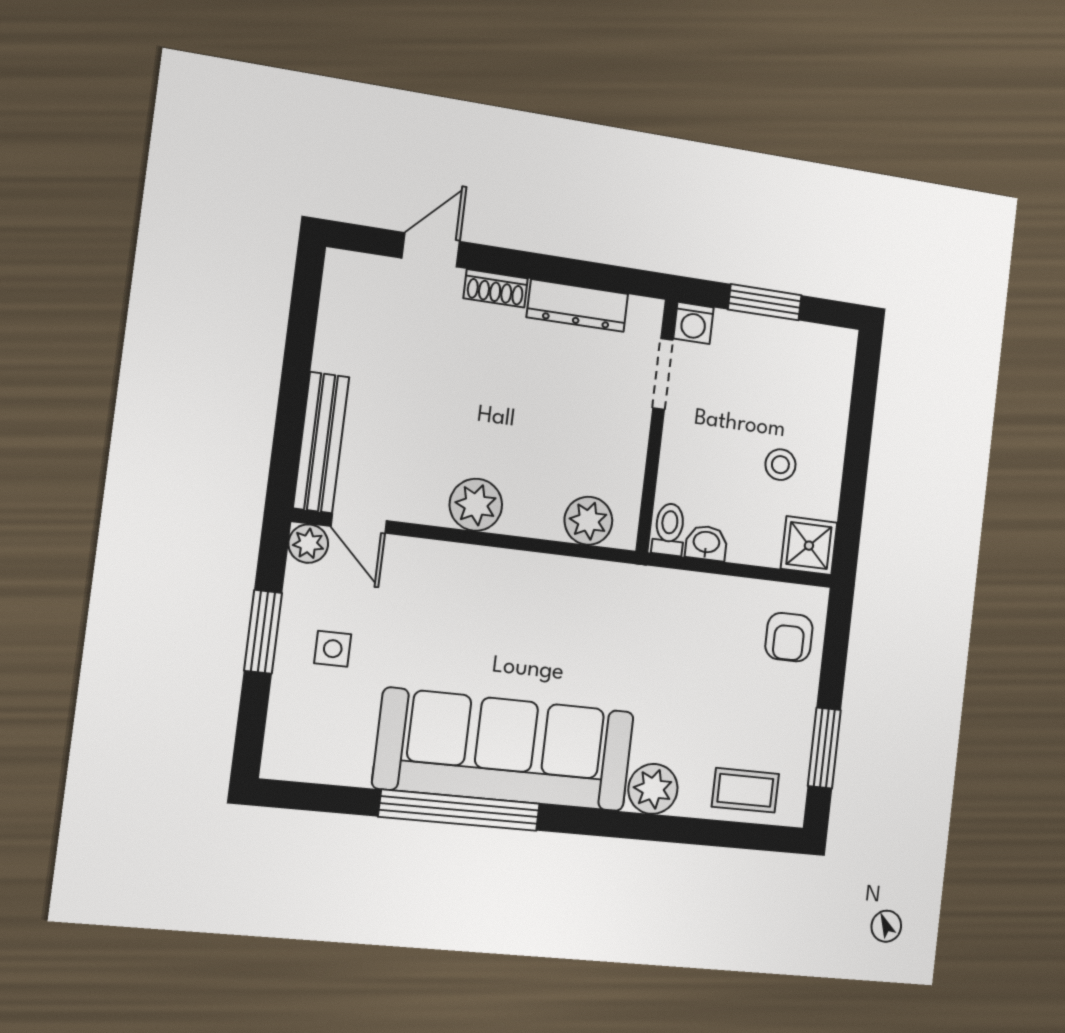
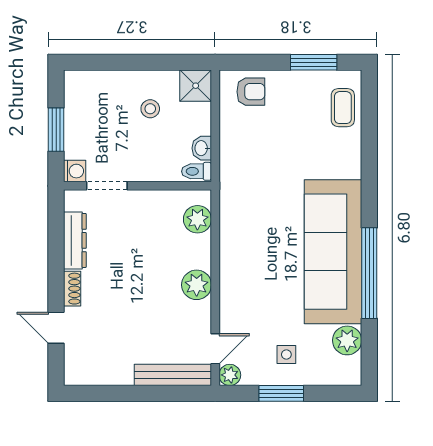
plant: (653, 789) -> (347, 340), moved

